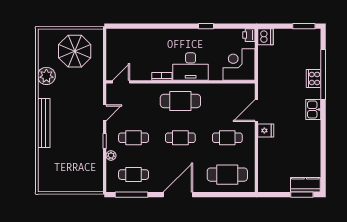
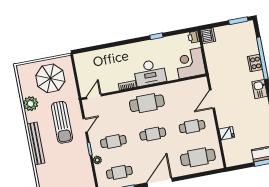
sun lounger: (79, 104) -> (62, 122), added
fridge: (266, 130) -> (227, 133), moved

